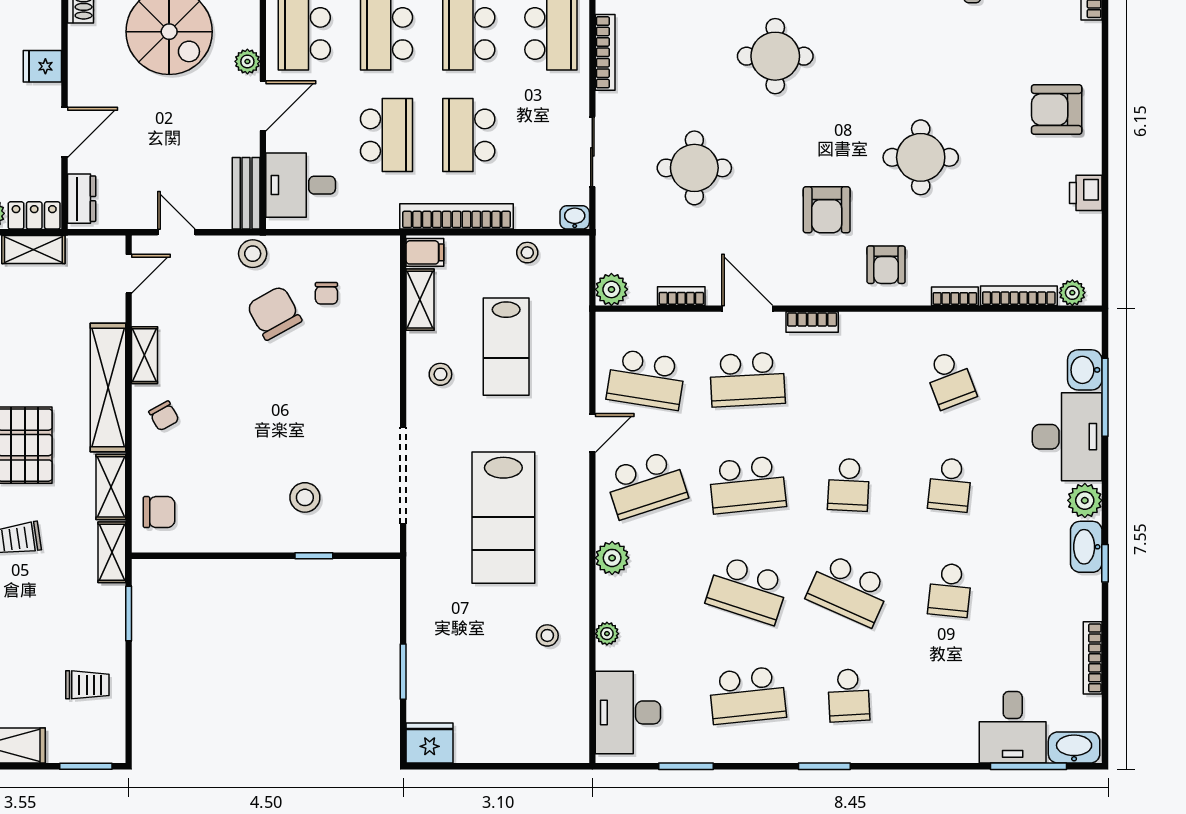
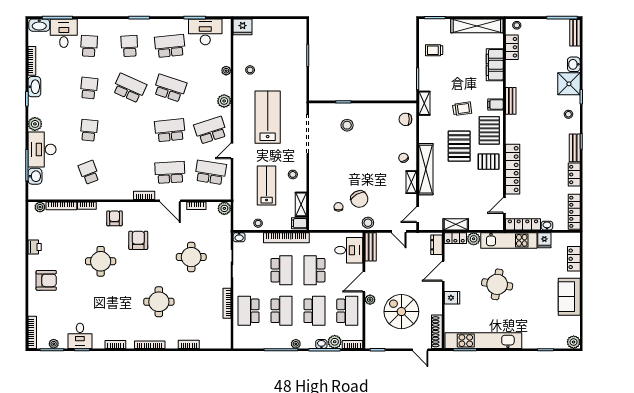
school desk: (849, 485) -> (89, 46), moved
shelving: (111, 487) -> (425, 129), removed
washbasin: (1086, 547) -> (34, 87), moved
desk: (628, 712) -> (205, 32), moved, turned -90
fridge: (430, 743) -> (243, 27), moved

